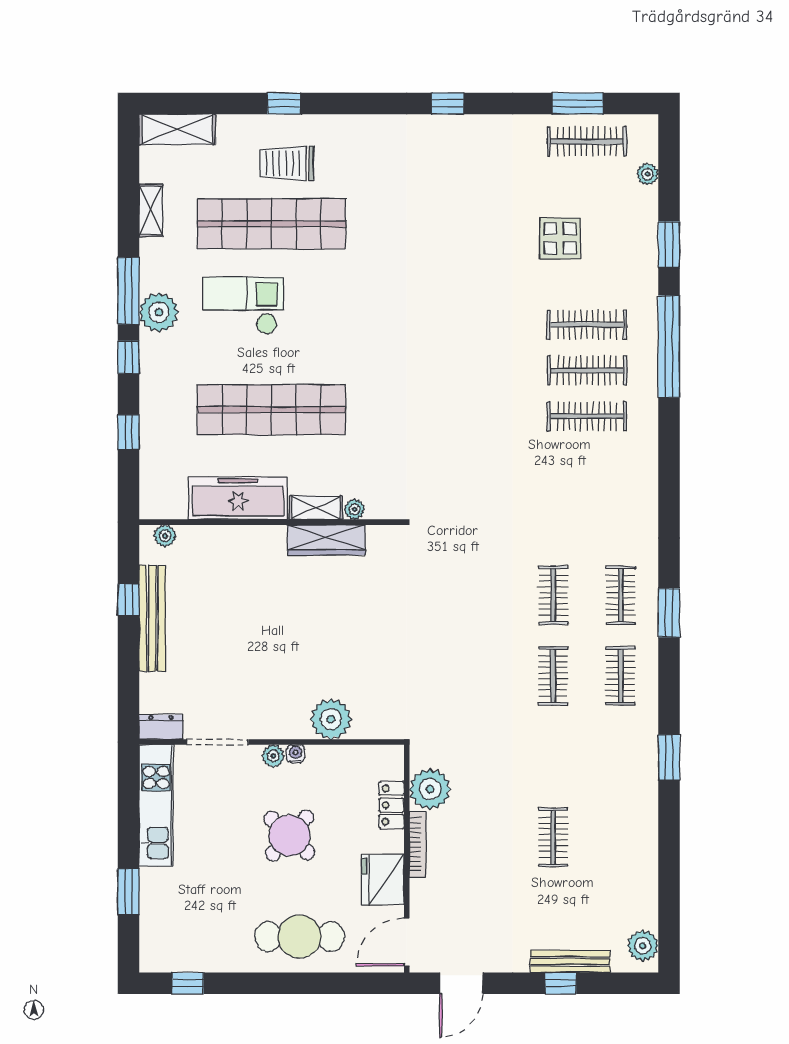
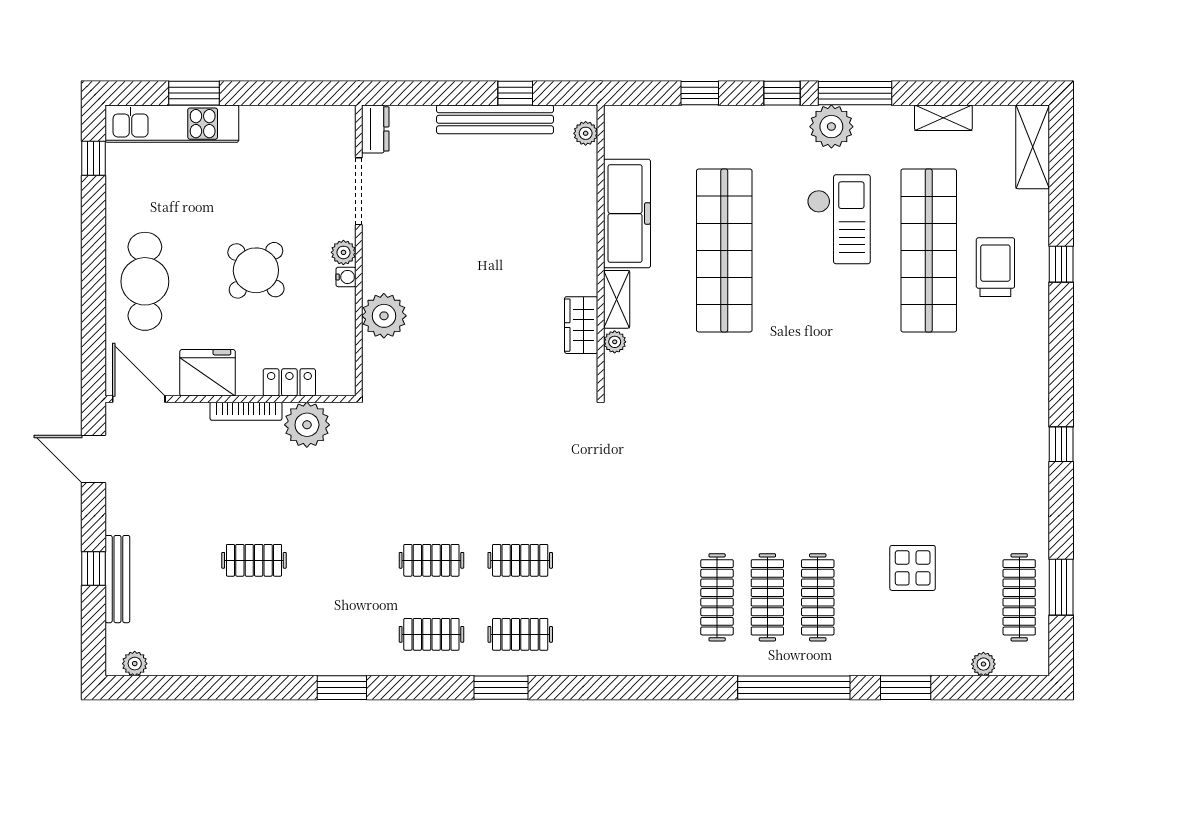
wardrobe: (326, 540) -> (581, 325), width x0.67
kitchen unit: (156, 805) -> (172, 124), moved
plant: (643, 946) -> (135, 664), width x0.73, depth x0.73

